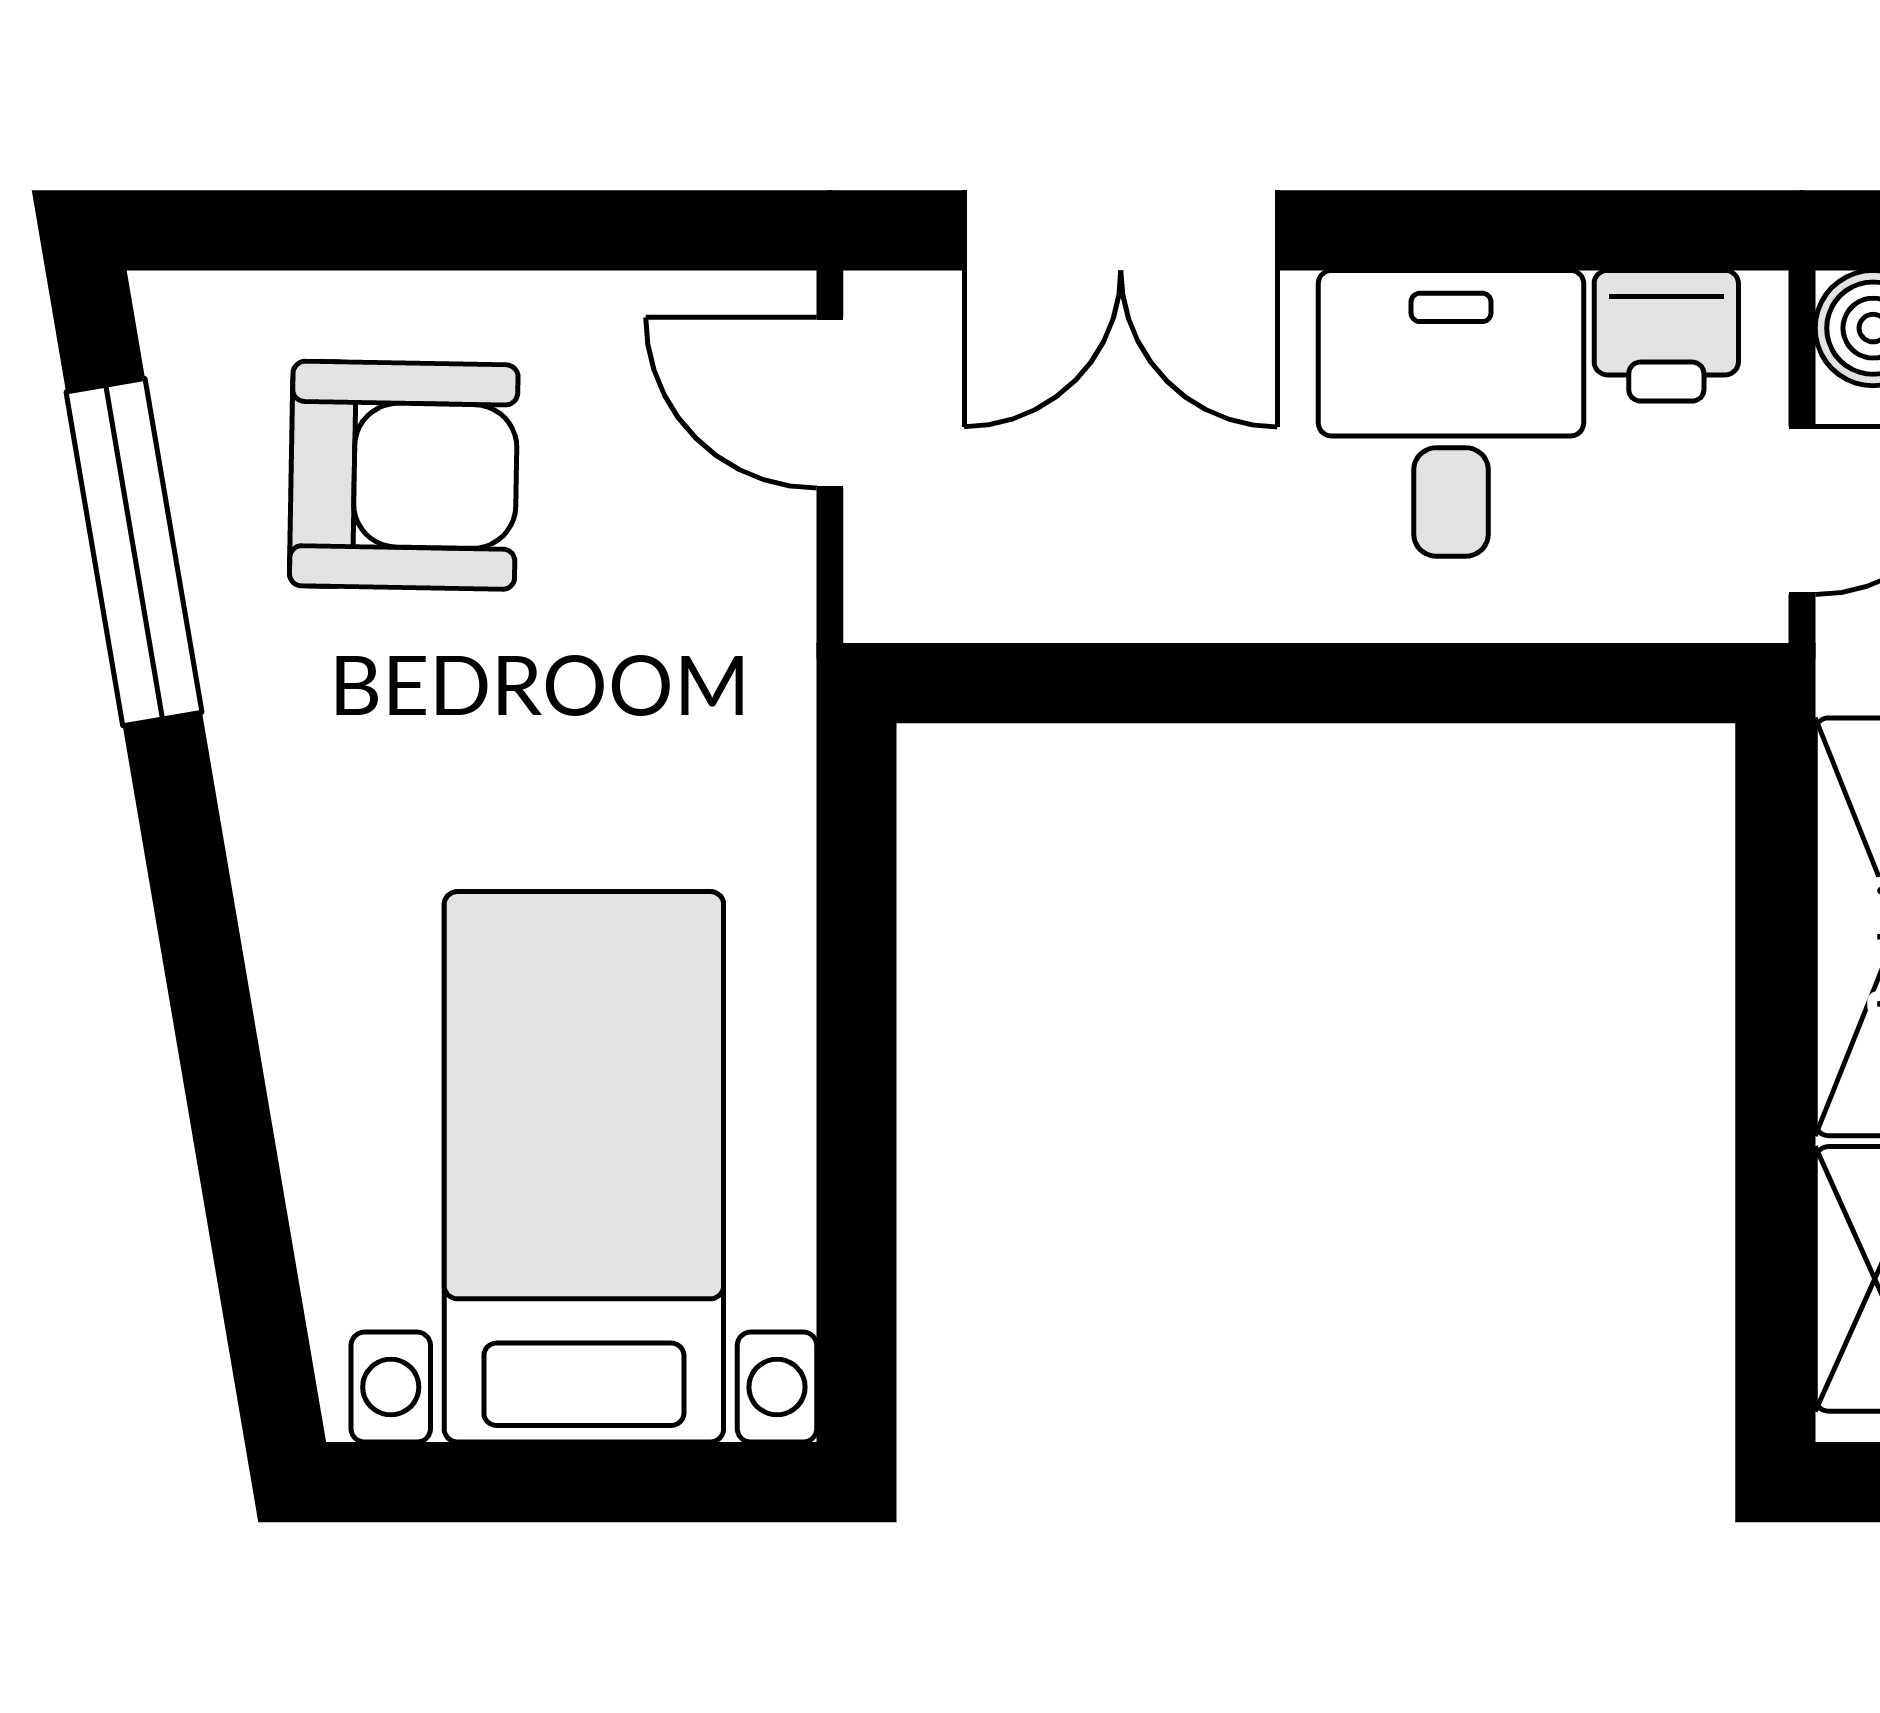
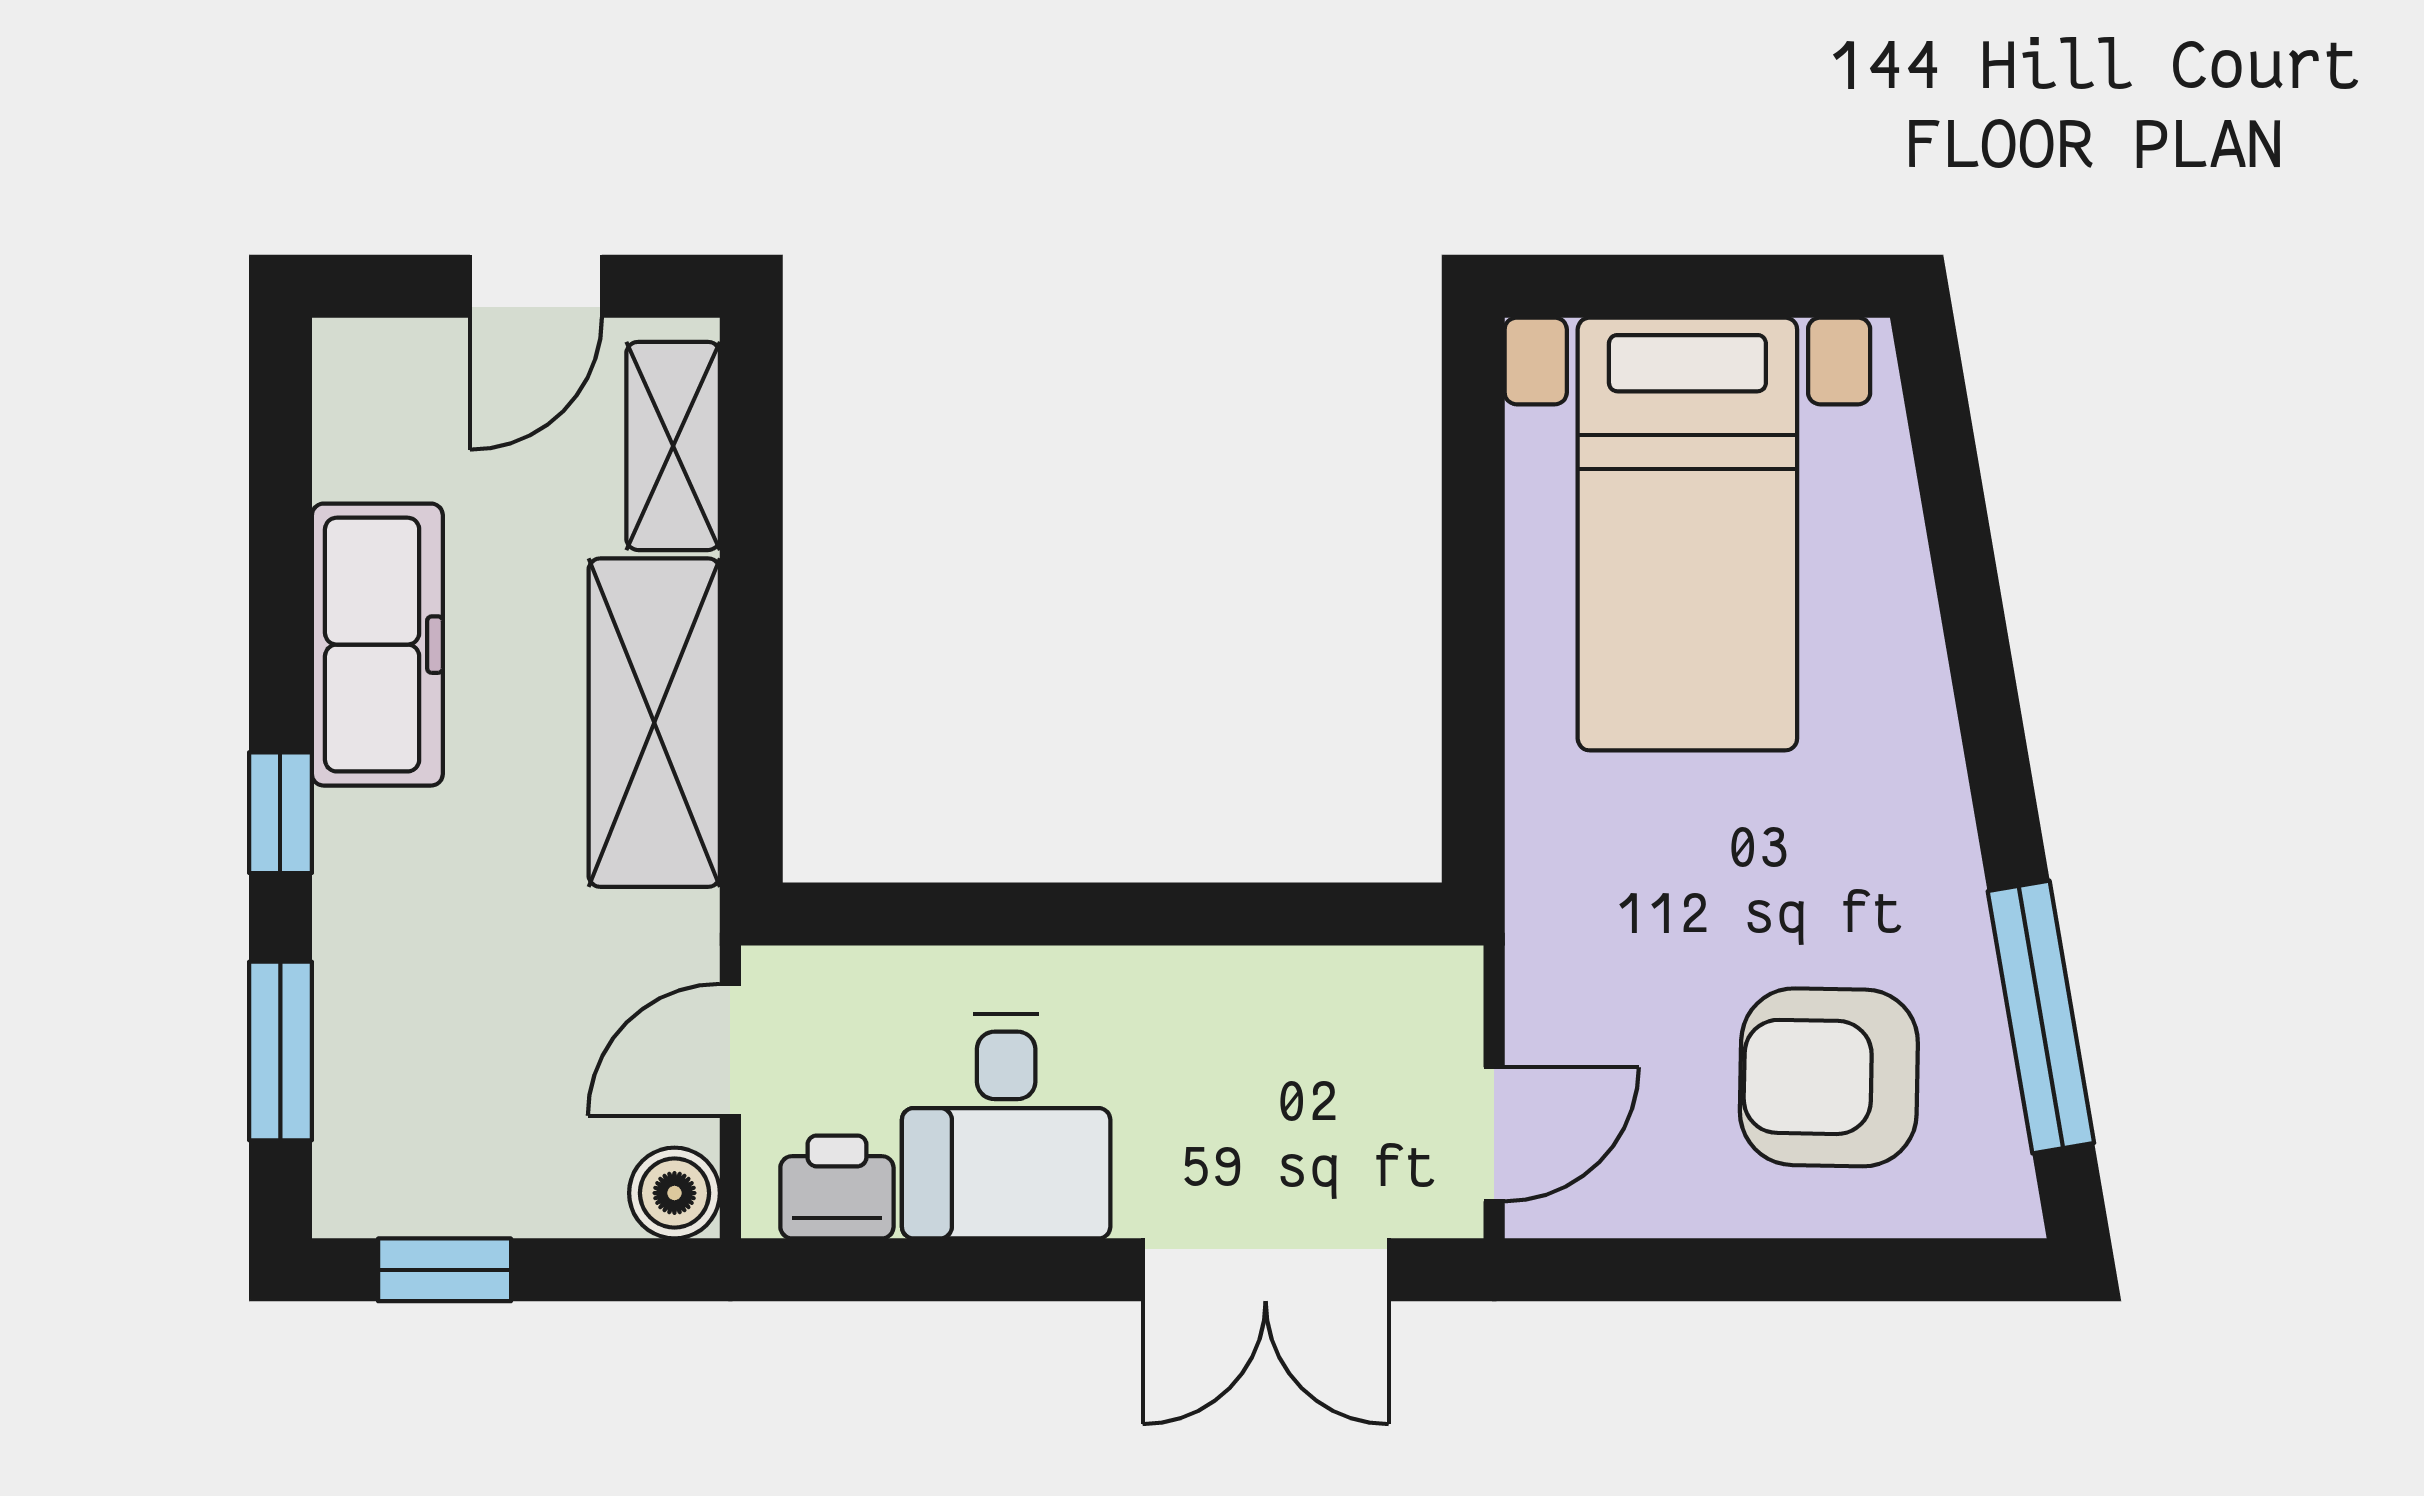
double door: (1121, 230) -> (1266, 1270), swing flipped
door: (830, 403) -> (1494, 1134), hinge flipped

